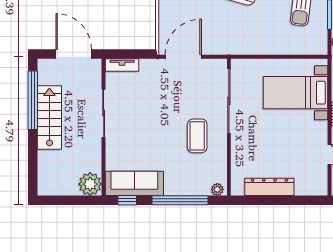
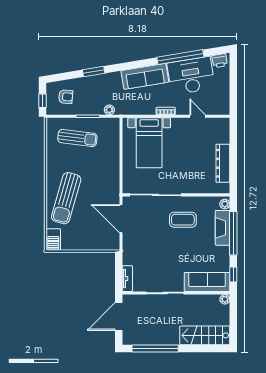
door: (183, 57) -> (121, 219), moved
stairs: (49, 117) -> (205, 335), moved
sofa: (134, 183) -> (207, 282), moved, turned 90
plant: (90, 184) -> (225, 299), width x0.53, depth x0.53
fireplace: (187, 186) -> (223, 228), added

